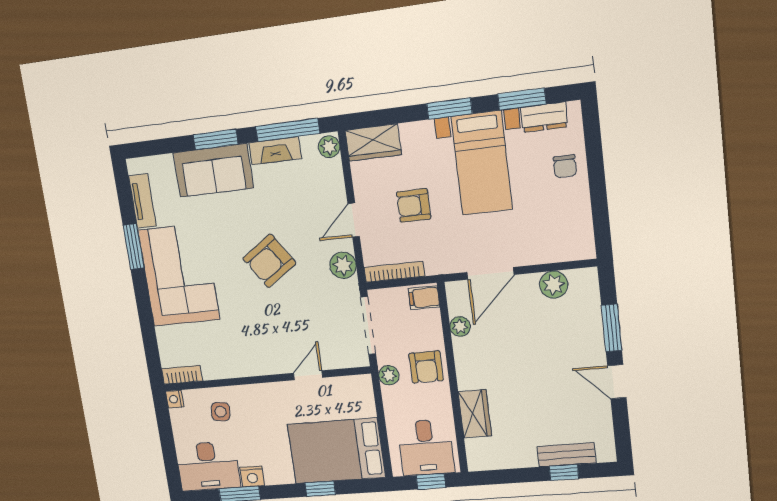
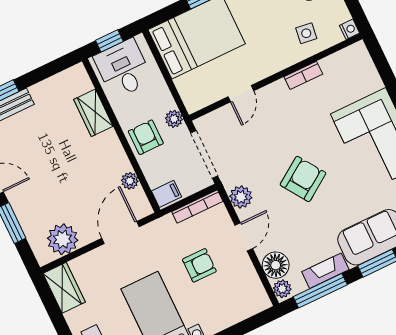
wardrobe: (373, 142) -> (64, 288), moved, turned 90
floor lamp: (328, 176) -> (276, 265), added
plant: (554, 285) -> (63, 239), width x1.36, depth x1.36
bookcase: (182, 375) -> (303, 75), moved

